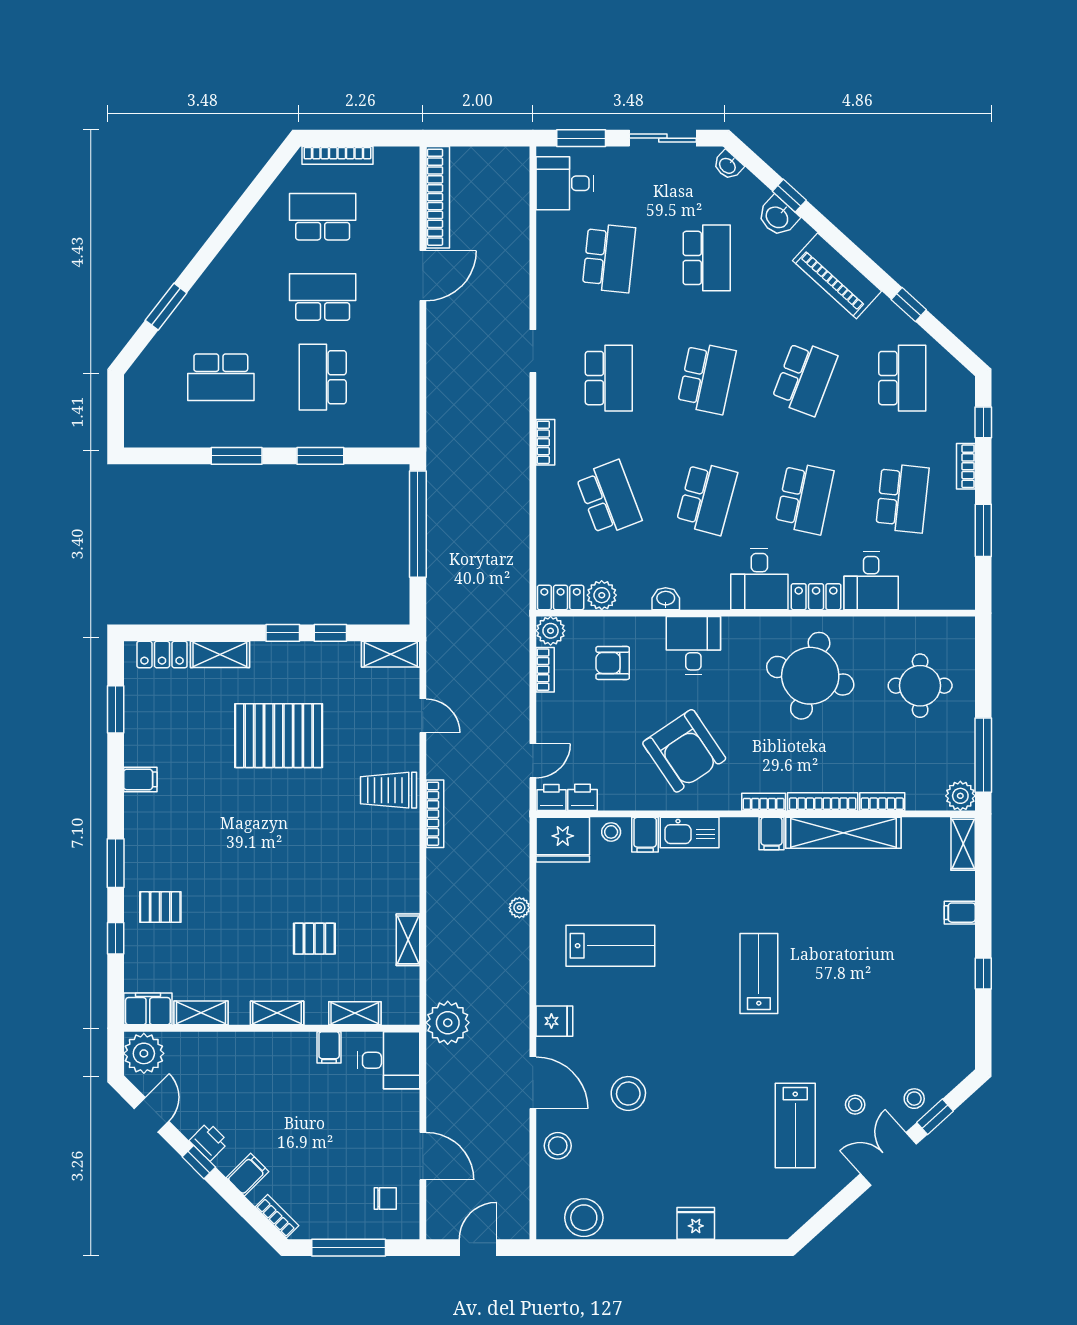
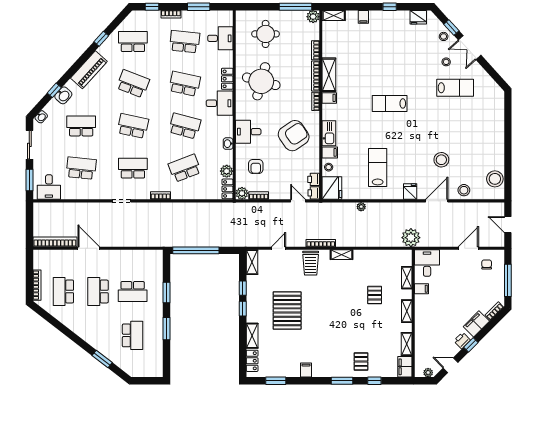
desk: (871, 581) -> (220, 38), moved
shelving: (843, 833) -> (329, 75), width x0.68
shelving: (408, 940) -> (341, 255), moved
plant: (144, 1053) -> (428, 373), width x0.53, depth x0.53
filing cabinet: (248, 1175) -> (476, 324), width x2.00
fridge: (696, 1223) -> (418, 17), moved, turned -90

